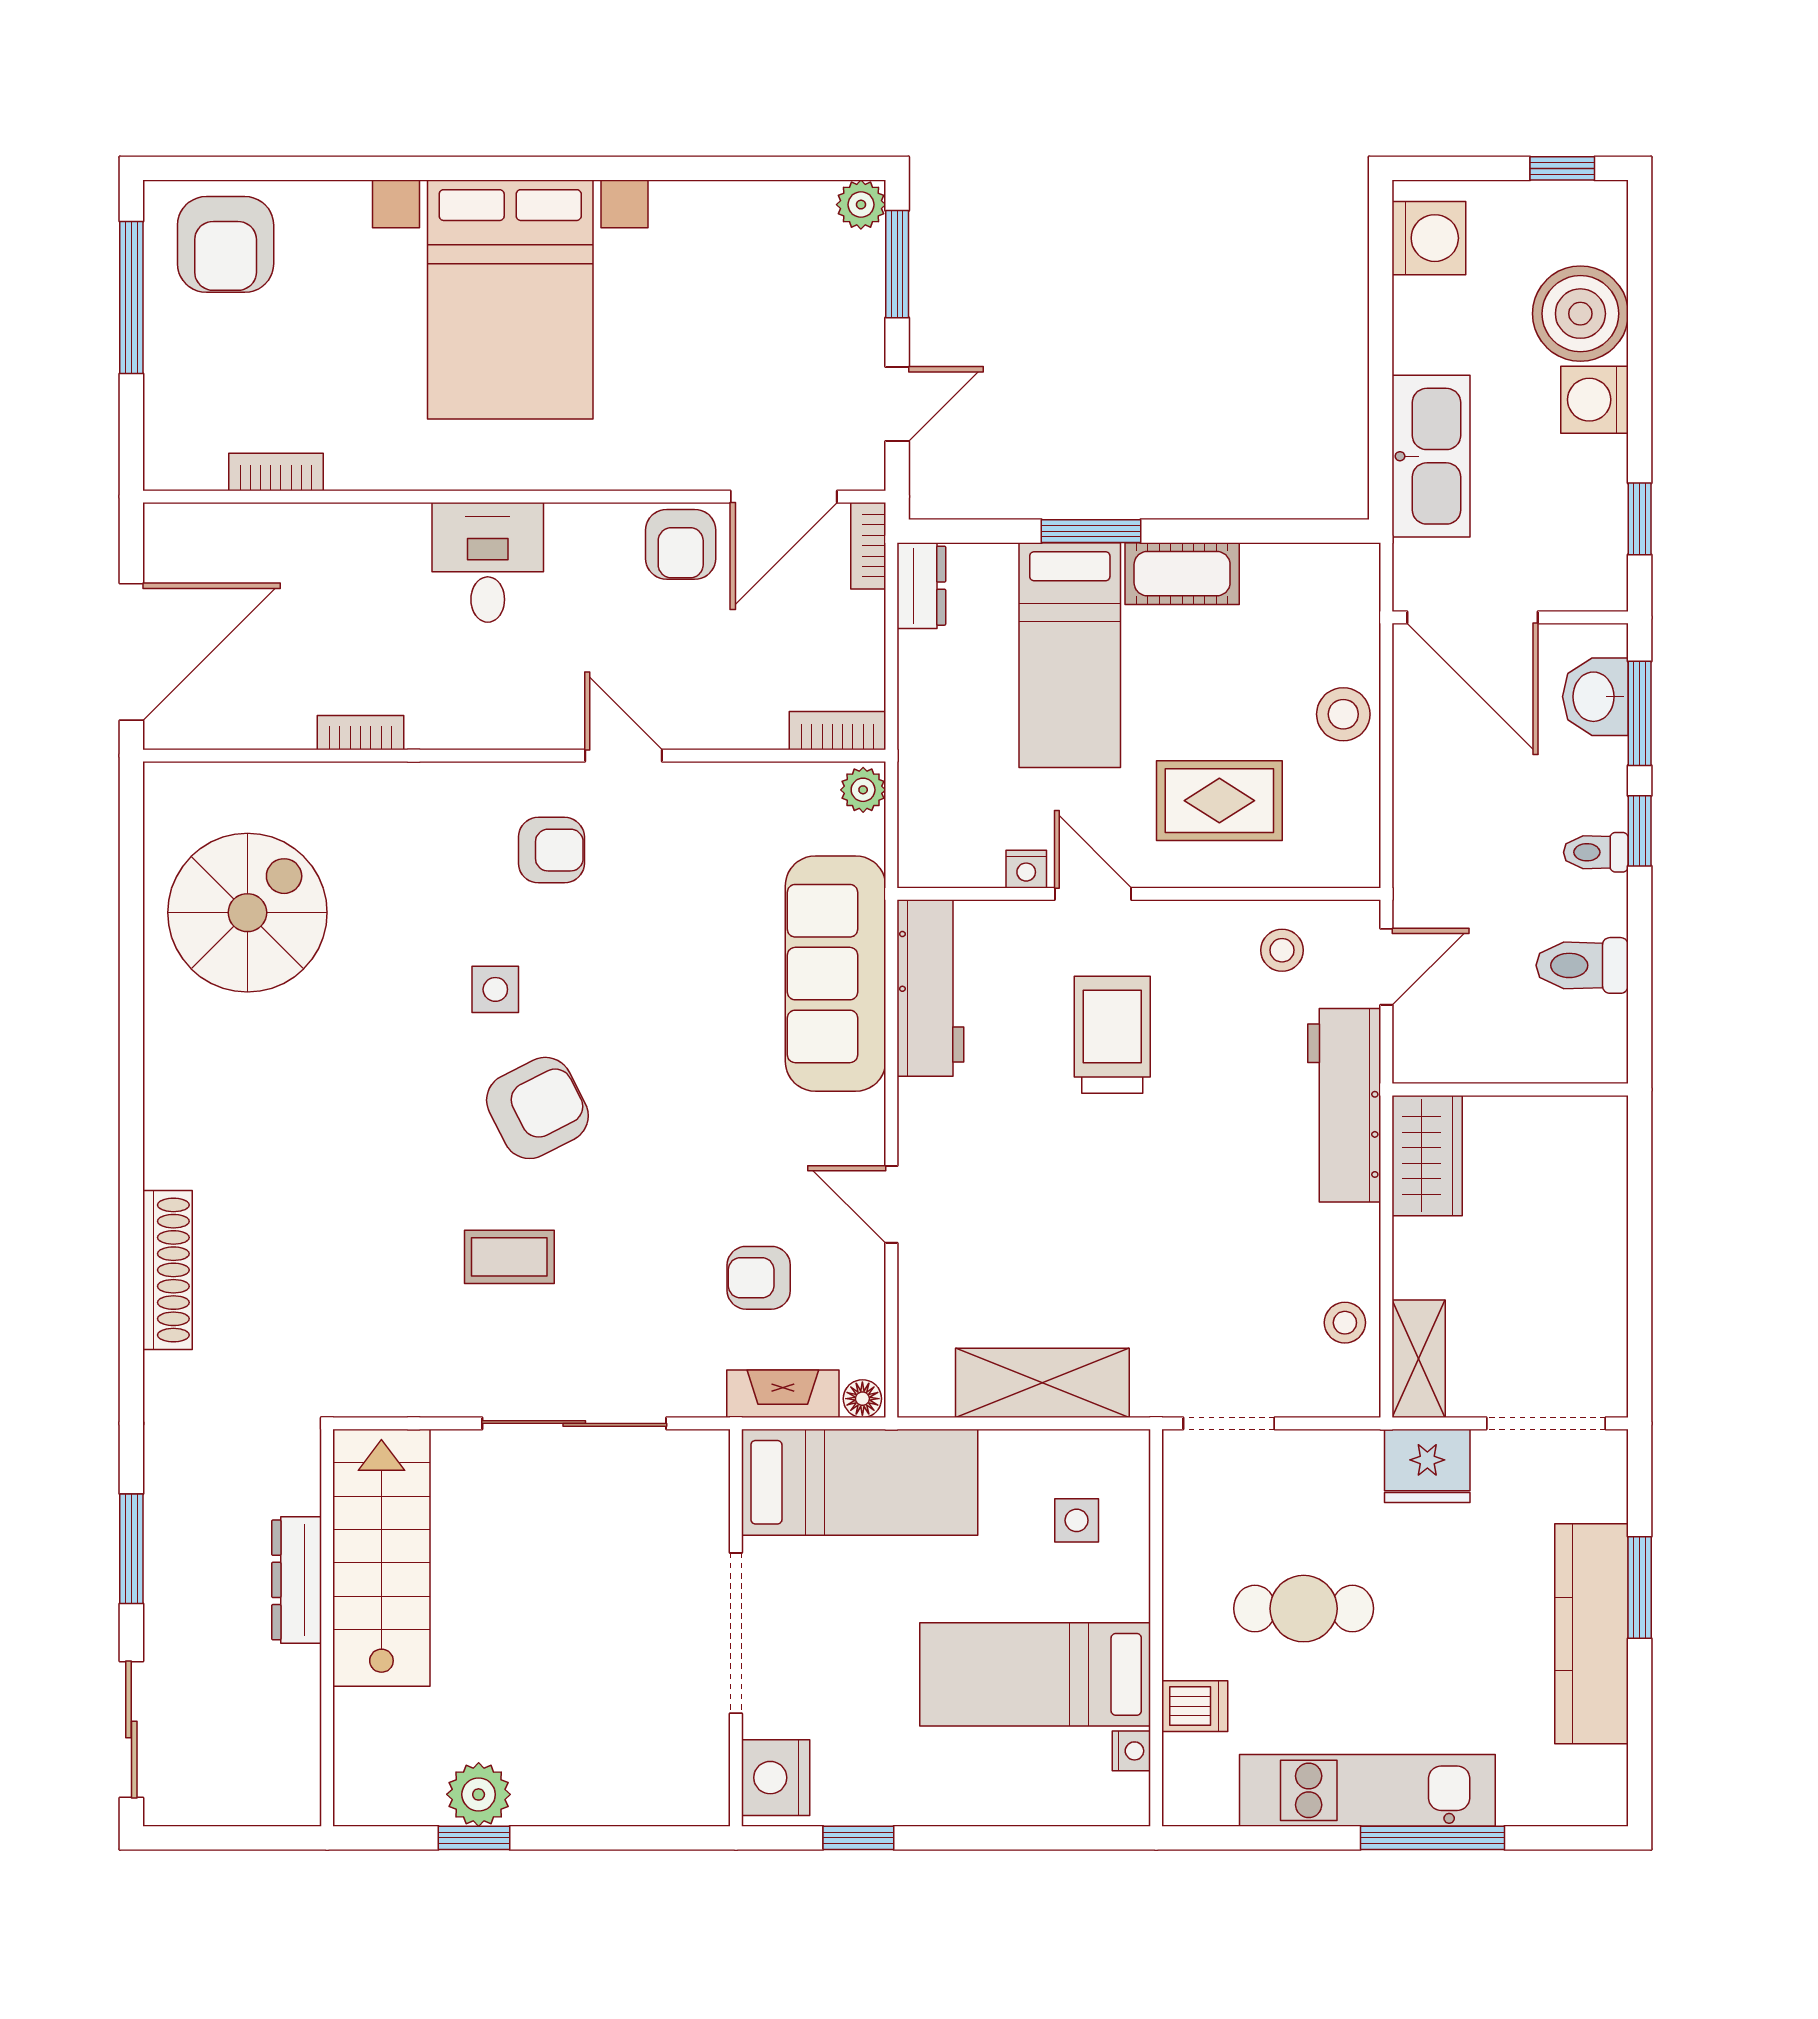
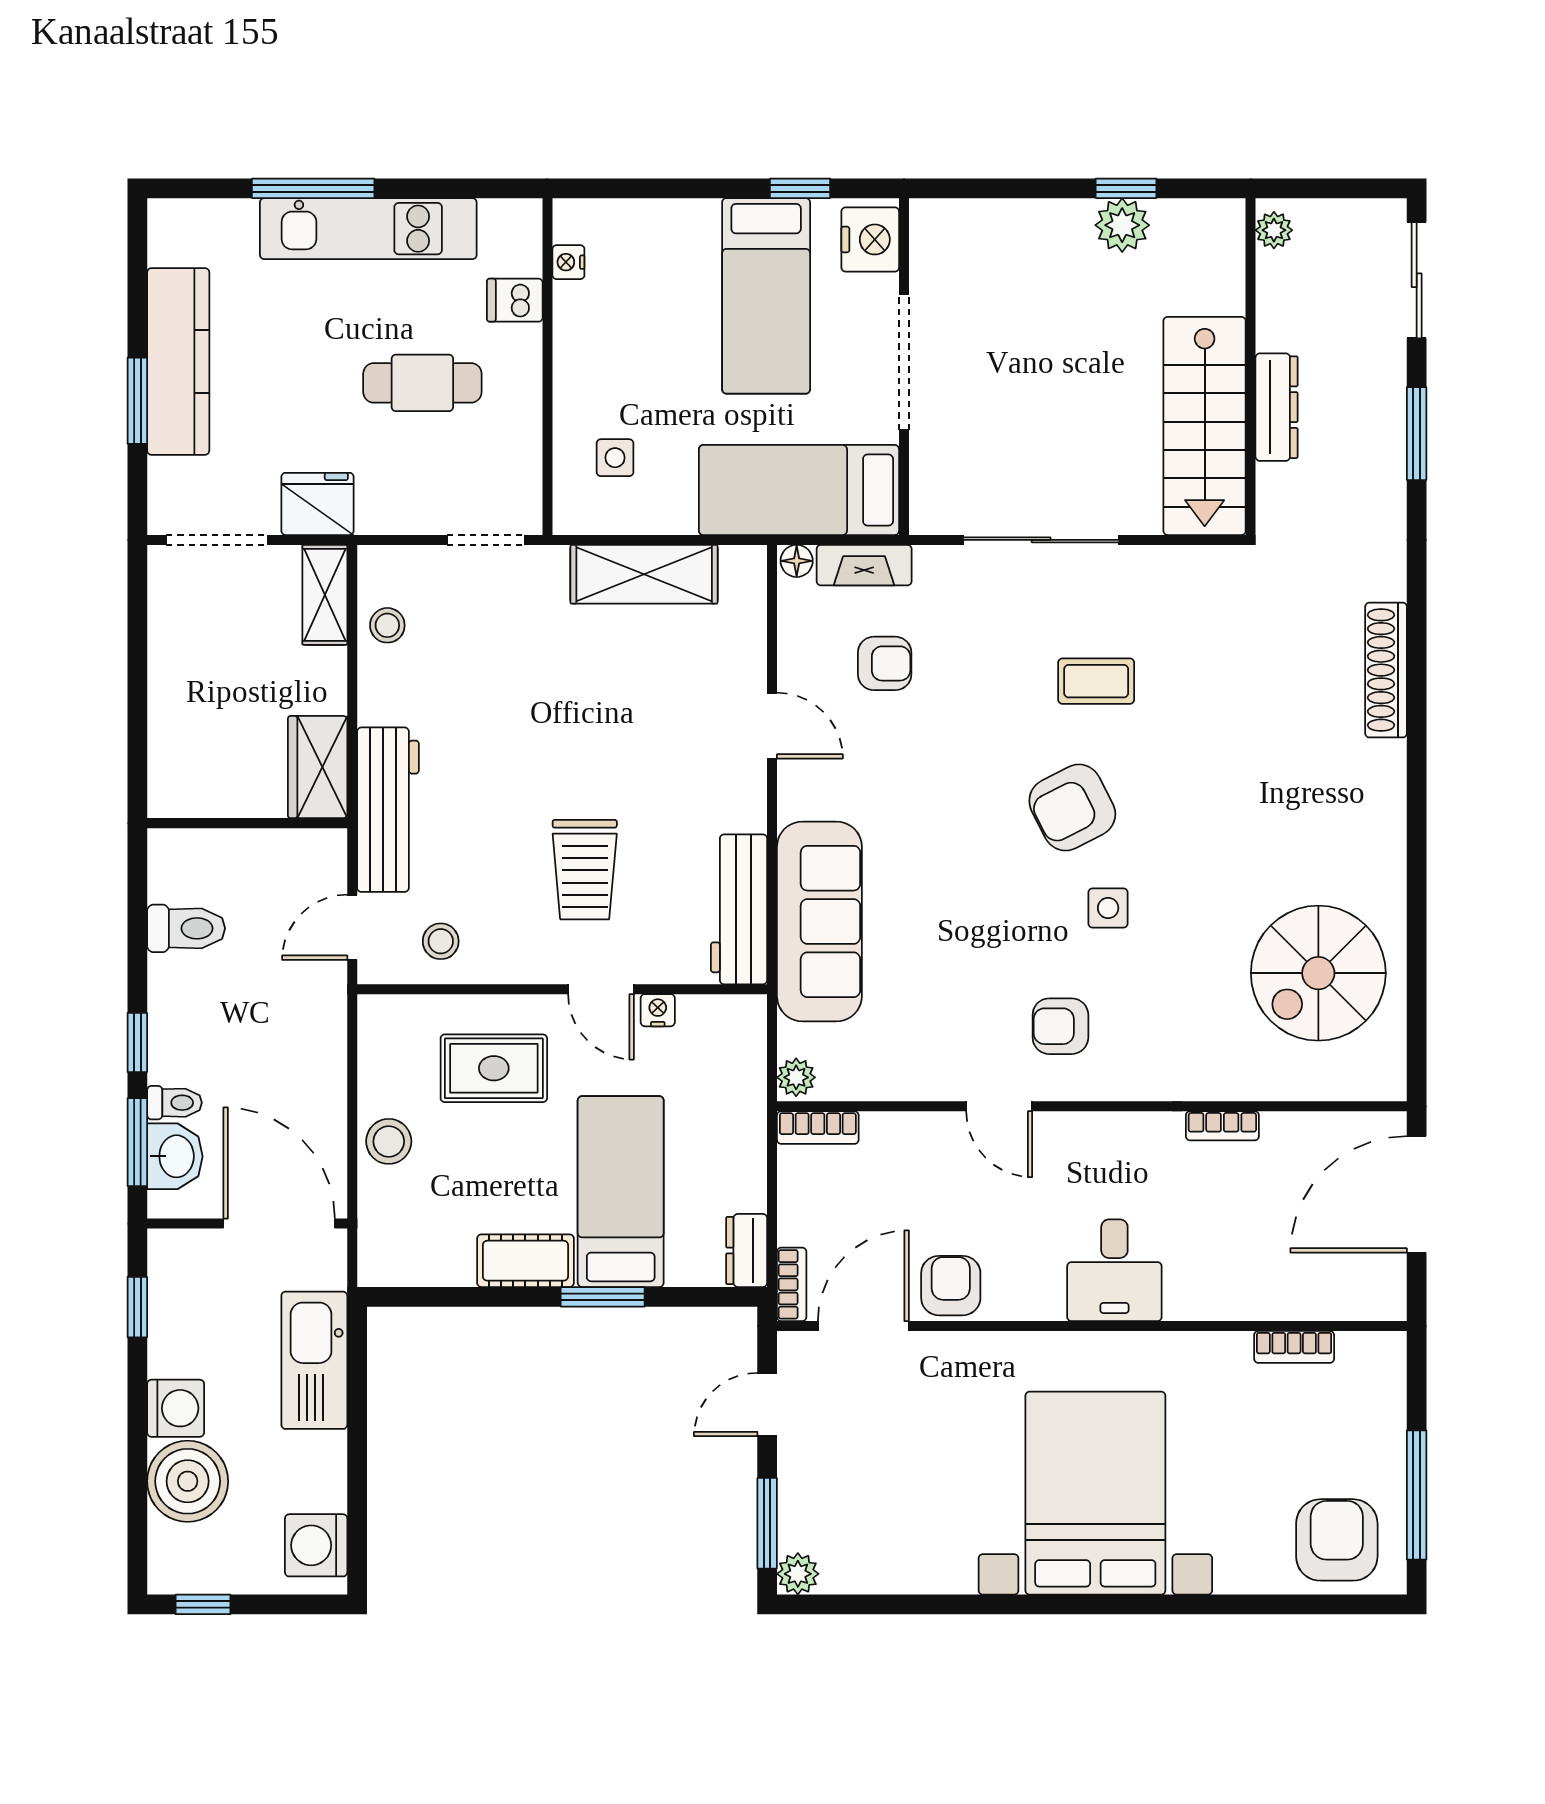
toilet: (1596, 852) -> (174, 1103), moved
bed: (1035, 1674) -> (766, 296), moved, turned 90
plant: (300, 1789) -> (1274, 230), added

